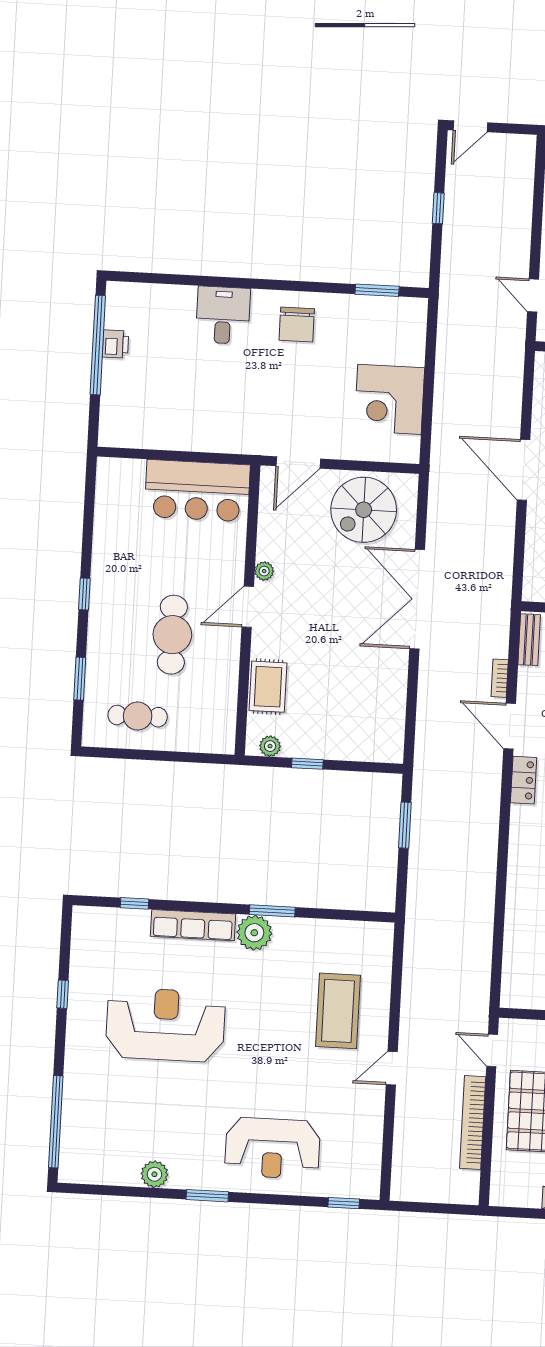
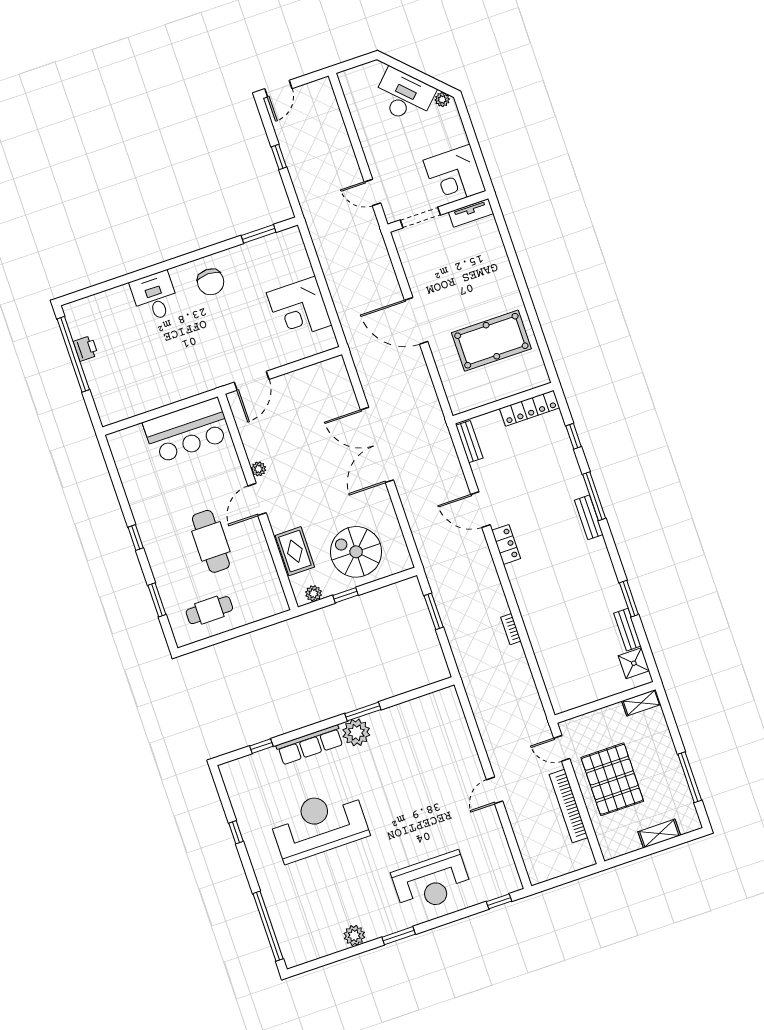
spiral stairs: (364, 510) -> (356, 552), moved, turned 90
bookcase: (500, 678) -> (511, 629), moved
coffee table: (338, 1011) -> (439, 765), removed

